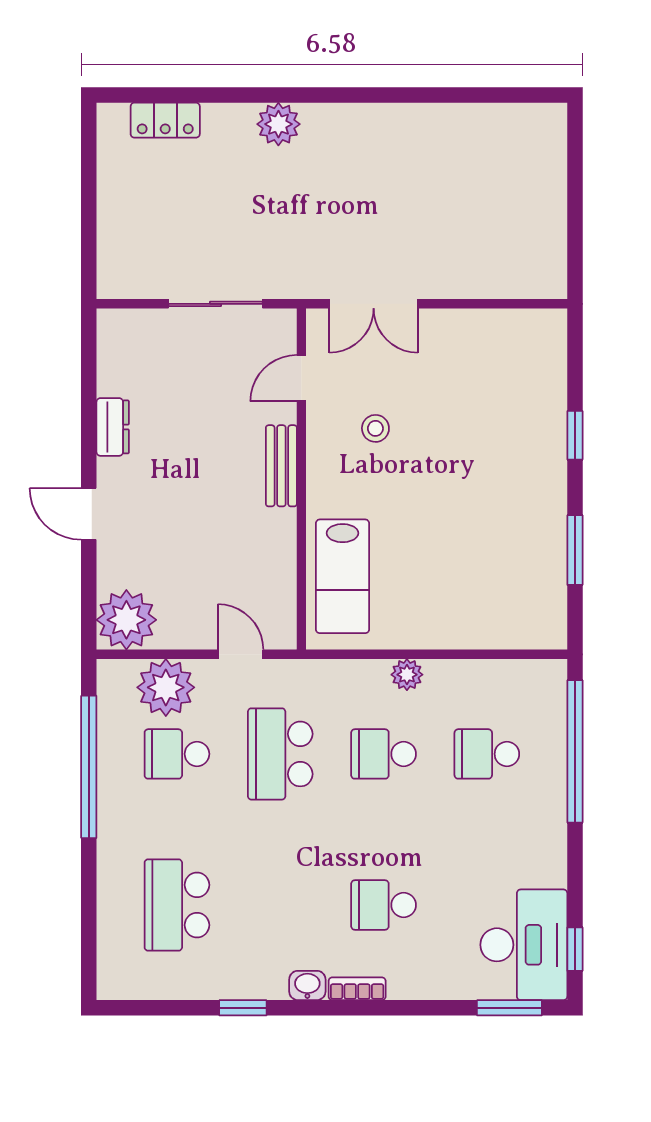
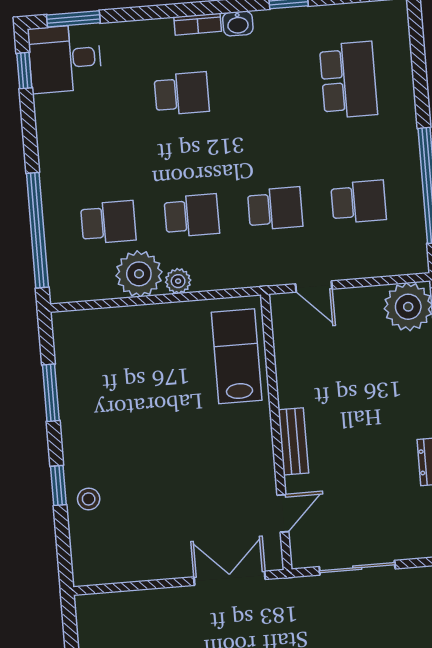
stool: (375, 428) -> (89, 499), moved
plant: (166, 687) -> (139, 274), moved
school desk: (280, 754) -> (275, 209), width x0.54
desk: (524, 945) -> (65, 59), width x0.73

